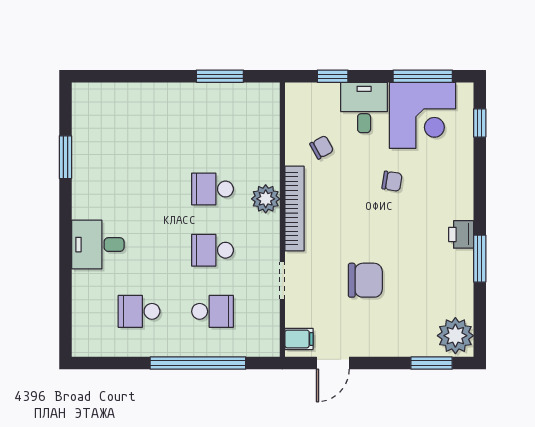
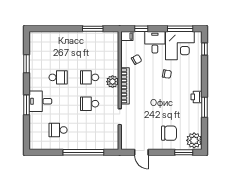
window: (65, 253) -> (26, 105), added
chair: (365, 280) -> (169, 133), moved
school desk: (213, 311) -> (58, 77), moved
filing cabinet: (299, 339) -> (127, 36), moved
door: (333, 363) -> (141, 152), hinge flipped

